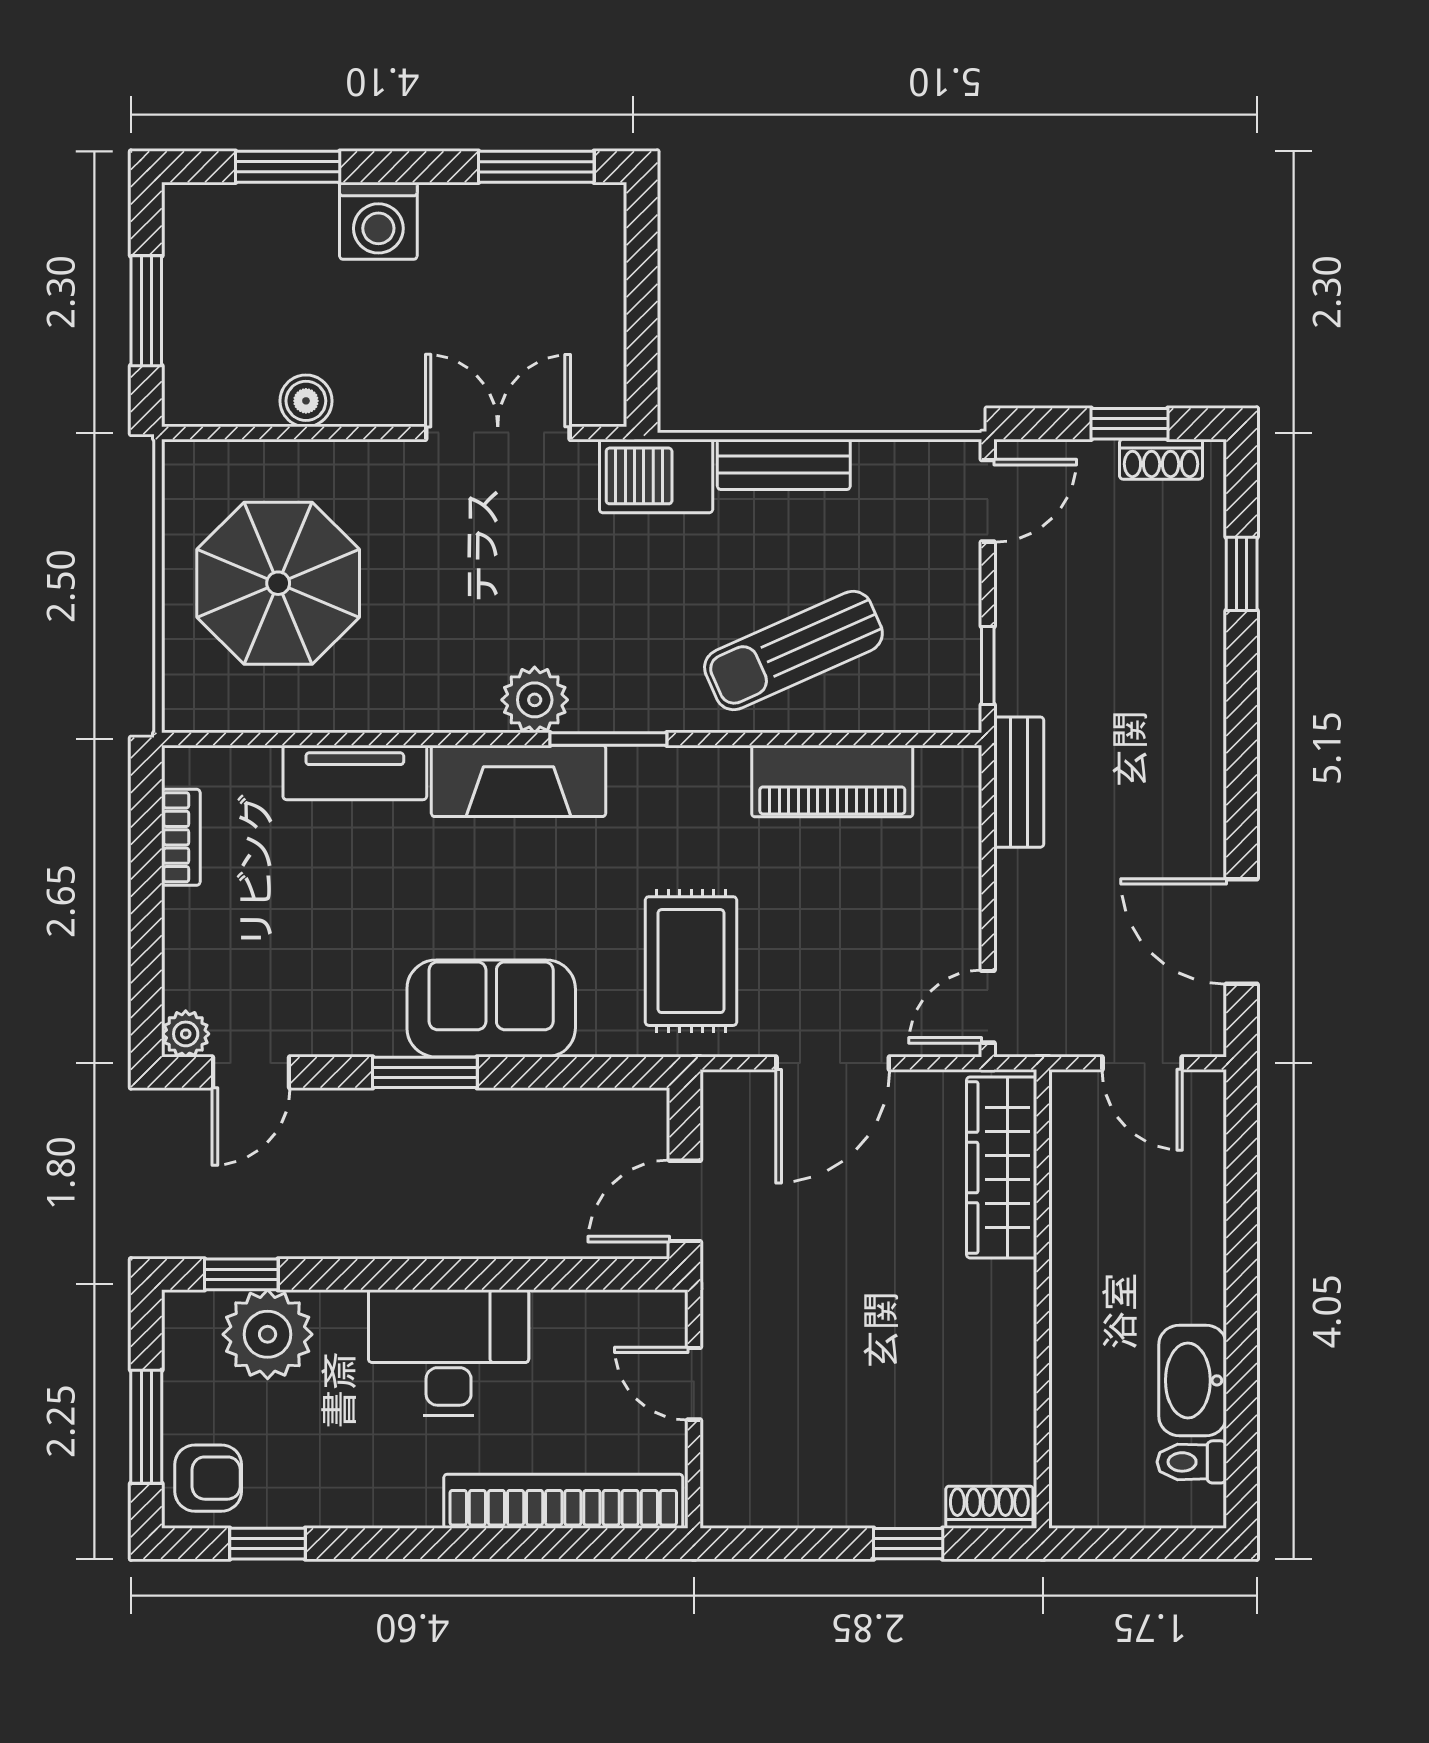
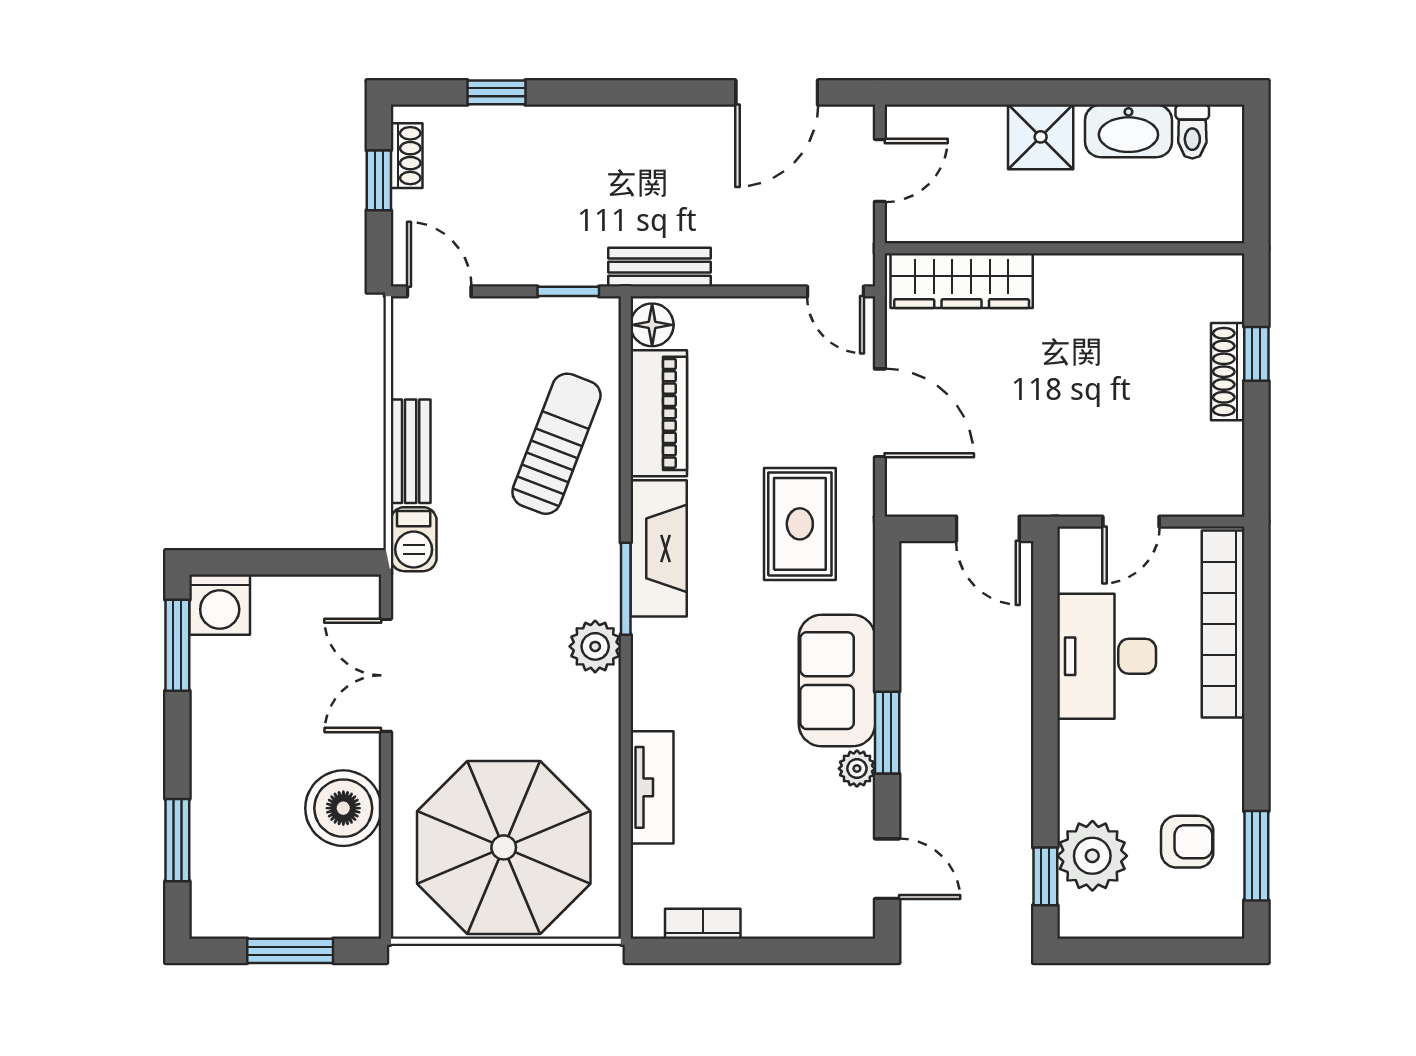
washing machine: (378, 221) -> (220, 605), moved, turned 90
boiler: (306, 401) -> (343, 808), width x1.86, depth x1.86
barbecue: (656, 476) -> (414, 539), width x0.73, depth x0.79
parasol: (278, 583) -> (504, 847), width x1.36, depth x1.36
sun lounger: (793, 651) -> (556, 444), turned -135
floor lamp: (945, 772) -> (652, 325), added
fireplace: (519, 781) -> (659, 548), moved
rug: (691, 961) -> (800, 524), turned 90
plant: (186, 1034) -> (857, 769), moved
shower: (1185, 1268) -> (1041, 137), added
desk: (449, 1353) -> (1107, 656), moved
window: (146, 1427) -> (1165, 951), removed
armchair: (208, 1478) -> (1187, 842), moved, turned 90
shoe rack: (989, 1507) -> (1228, 372), moved, width x1.43
window: (268, 1544) -> (1256, 856), width x1.50

